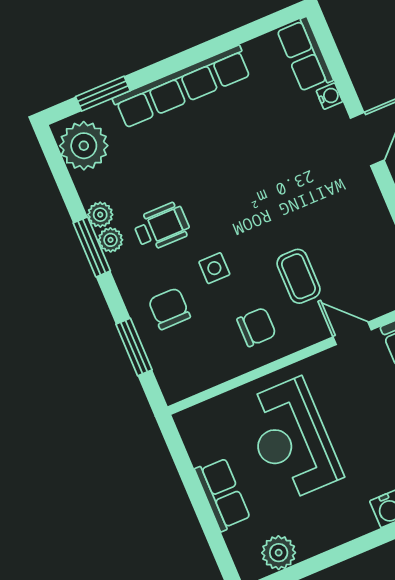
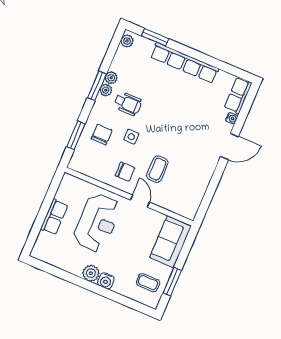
plant: (84, 146) -> (127, 41), width x0.53, depth x0.53
door: (352, 333) -> (140, 201), moved
reception desk: (291, 440) -> (97, 223), turned 180
plant: (279, 553) -> (91, 273), moved

